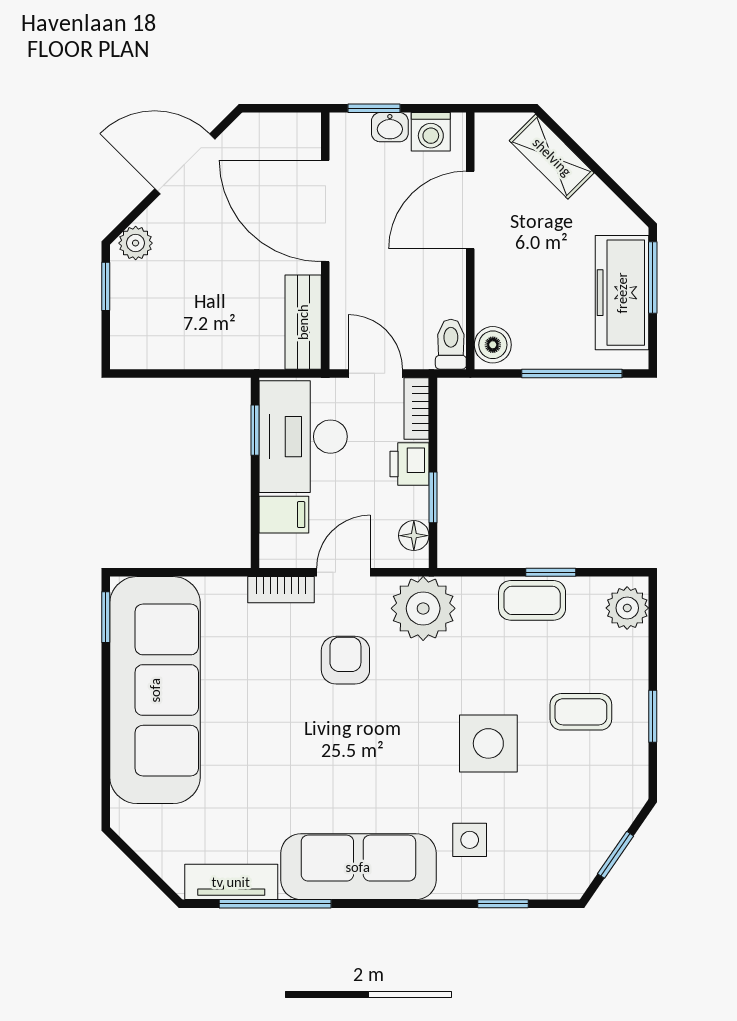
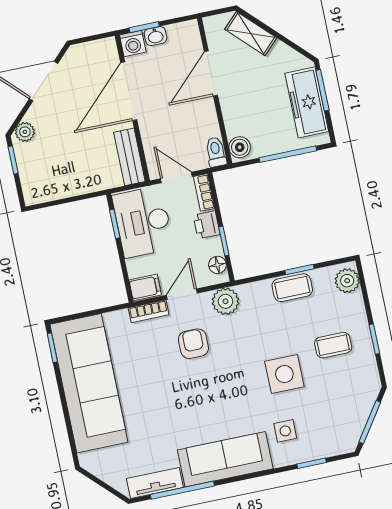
washing machine: (431, 132) -> (133, 43), moved
door: (325, 211) -> (129, 91), hinge flipped
filing cabinet: (284, 515) -> (145, 287), moved
plant: (423, 608) -> (226, 301), width x0.73, depth x0.73
window: (616, 855) -> (370, 422), width x1.50

